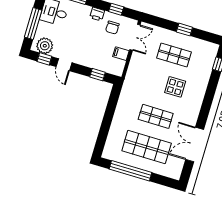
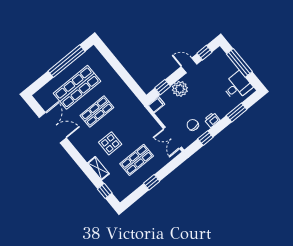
plant: (45, 46) -> (180, 89), moved
filing cabinet: (121, 54) -> (156, 105), moved
shelving: (203, 83) -> (98, 168), added

